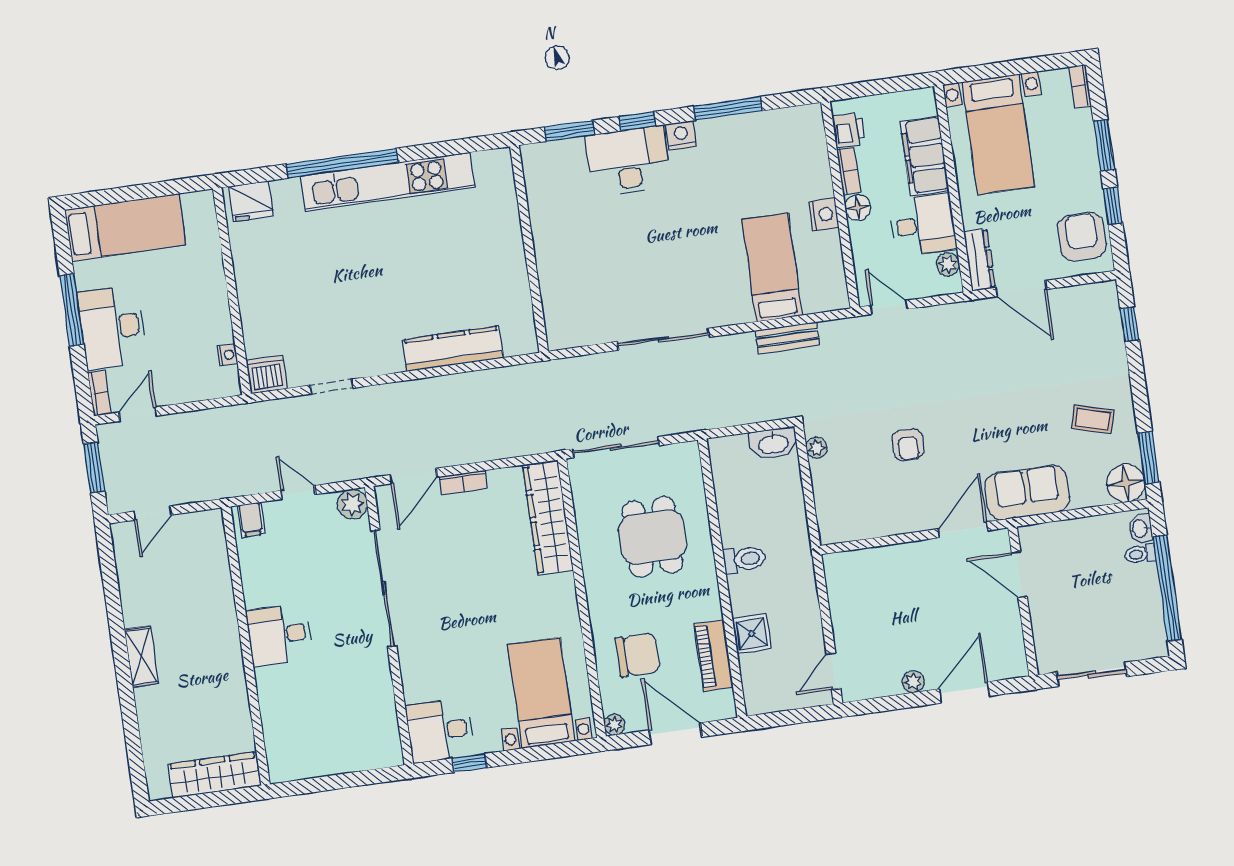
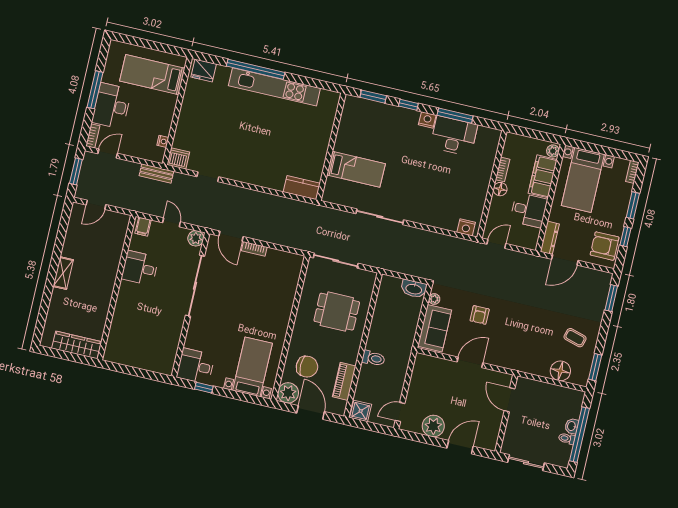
printer: (848, 130) -> (510, 149), removed
desk: (628, 161) -> (454, 136), moved
nightstand: (824, 214) -> (466, 227), moved, turned 90
bed: (125, 227) -> (152, 75), moved, turned 180
armchair: (1082, 237) -> (605, 246), turned -90
plant: (948, 264) -> (553, 151), moved
bed: (772, 267) -> (356, 169), moved, turned 90
door: (1021, 288) -> (565, 260), hinge flipped
door: (889, 307) -> (496, 244), hinge flipped
window: (1130, 324) -> (611, 298), width x1.50
bench: (787, 338) -> (156, 173), moved
kitchen counter: (453, 349) -> (302, 188), moved, width x0.67
door: (414, 476) -> (231, 236), hinge flipped
floor lamp: (1126, 483) -> (560, 371), moved
sofa: (1027, 492) -> (435, 328), moved, turned 90
wardrobe: (548, 518) -> (289, 282), removed
washbasin: (1140, 528) -> (572, 426), moved
door: (963, 530) -> (470, 362), moved
dining table: (652, 537) -> (337, 312), turned 90
toilet: (1140, 554) -> (567, 439), moved
toilet: (744, 559) -> (373, 358), moved
shower: (752, 634) -> (361, 411), moved
desk: (279, 635) -> (140, 268), moved
plant: (913, 682) -> (433, 426), width x1.88, depth x1.88
plant: (614, 725) -> (288, 393), width x1.88, depth x1.88

